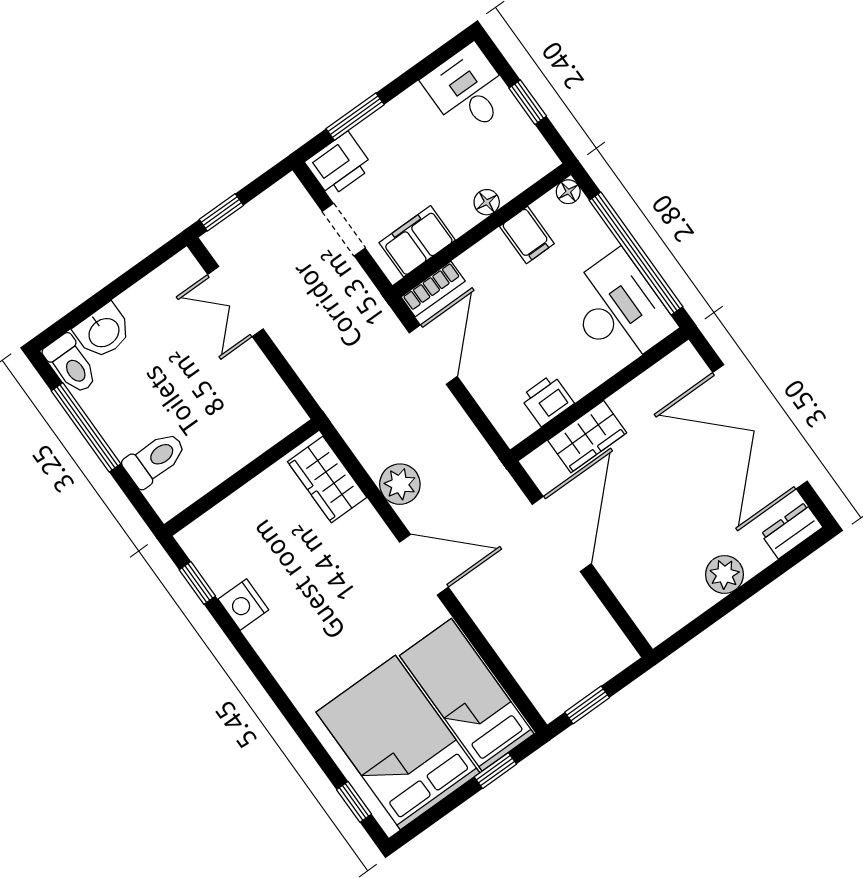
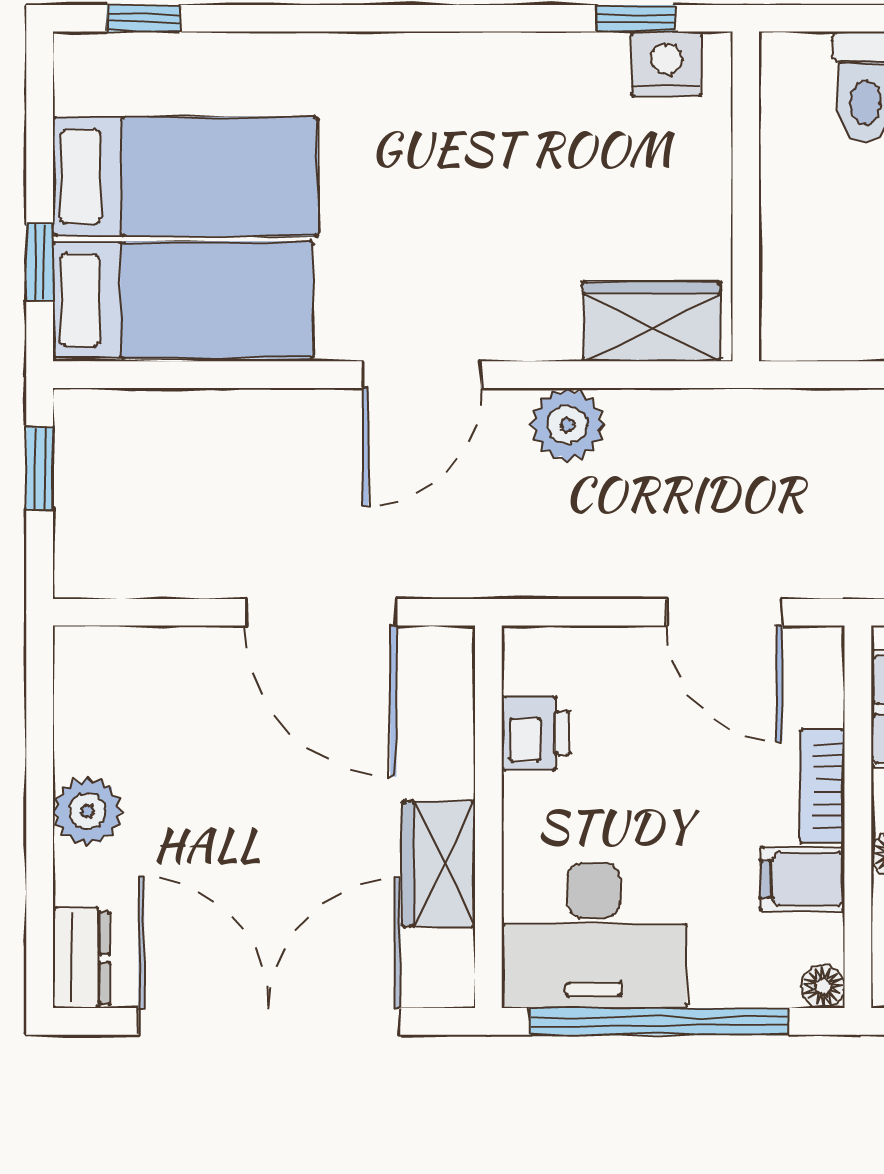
bookcase: (433, 289) -> (822, 786), moved
wardrobe: (587, 437) -> (439, 864), moved
nightstand: (243, 604) -> (666, 64), moved
bed: (398, 742) -> (185, 176), width x0.67

